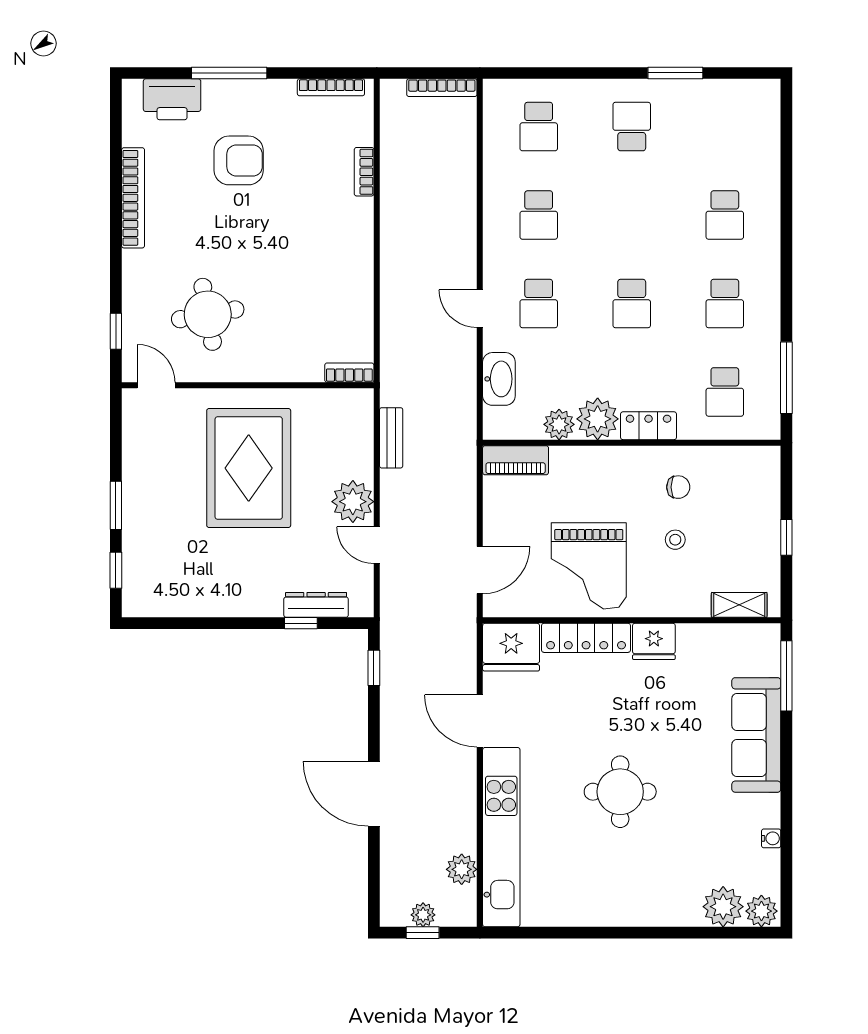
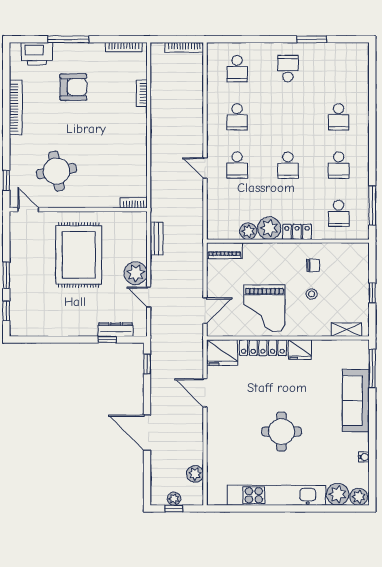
washbasin: (499, 379) -> (215, 206), removed
kitchen unit: (501, 837) -> (276, 495), moved, turned -90

